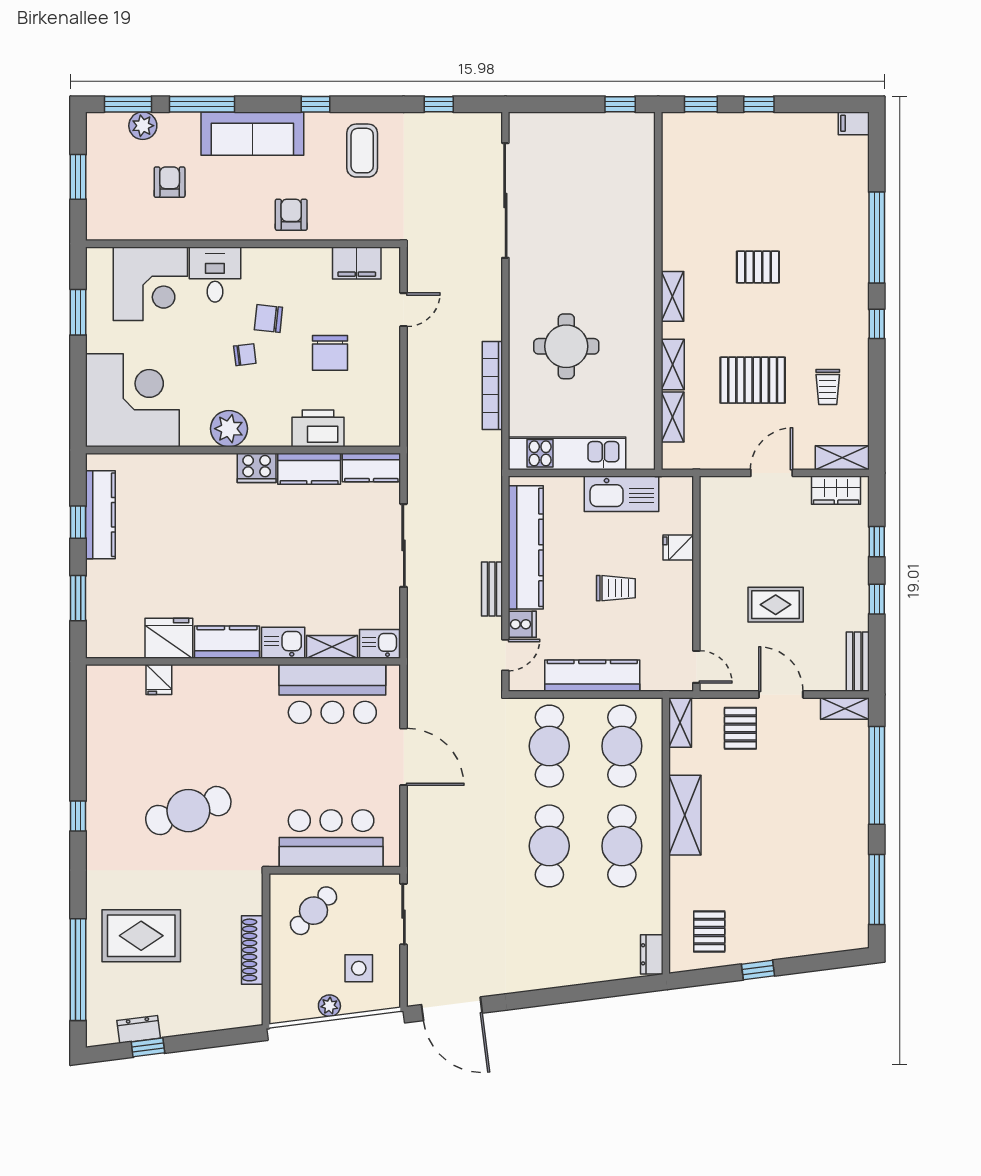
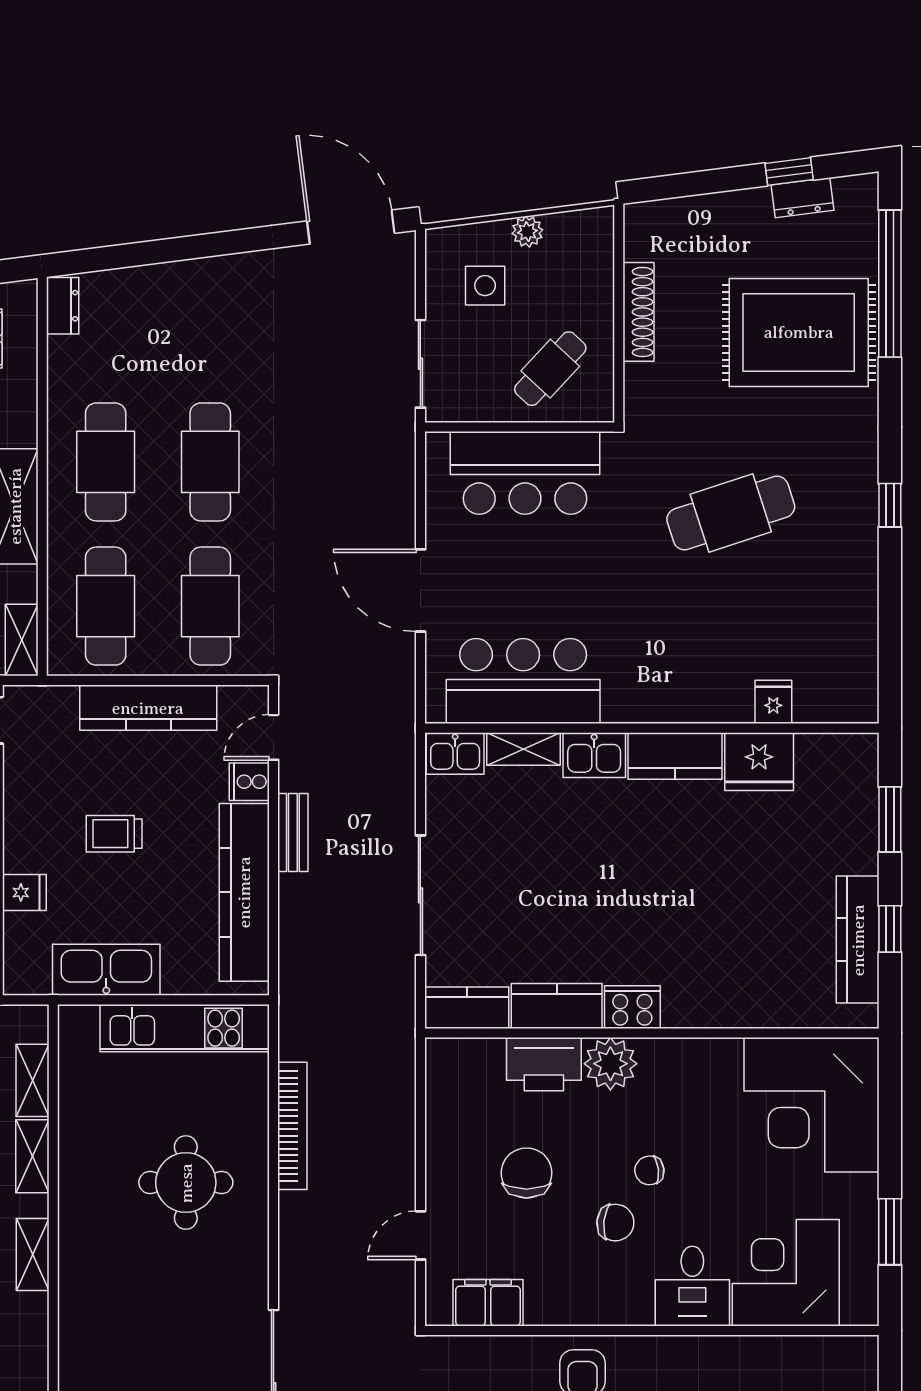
plant: (229, 429) -> (610, 1064), moved
rug: (141, 936) -> (799, 332), width x1.37, depth x1.44

